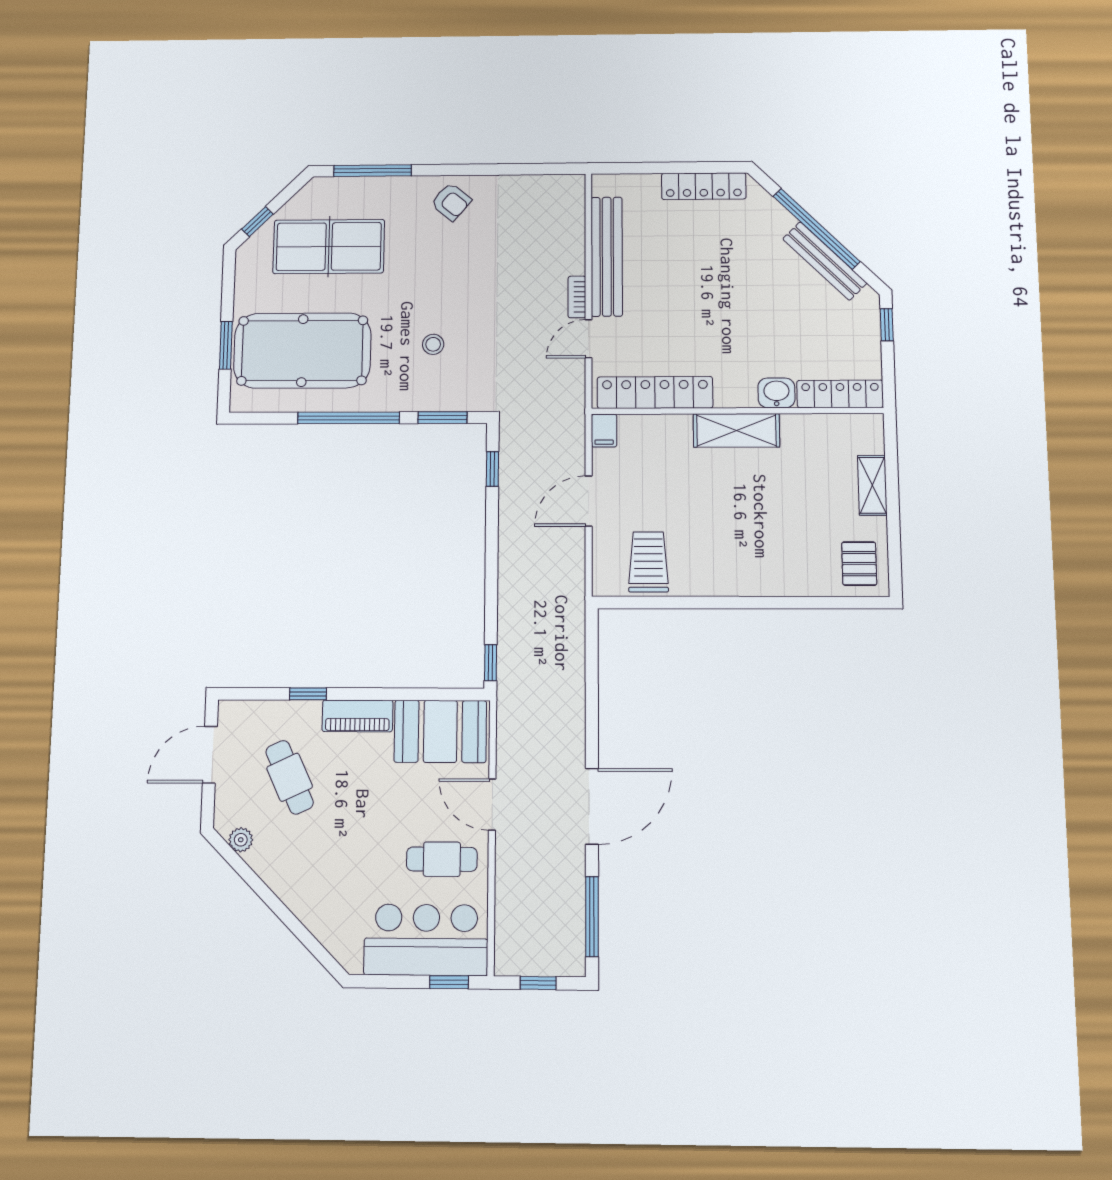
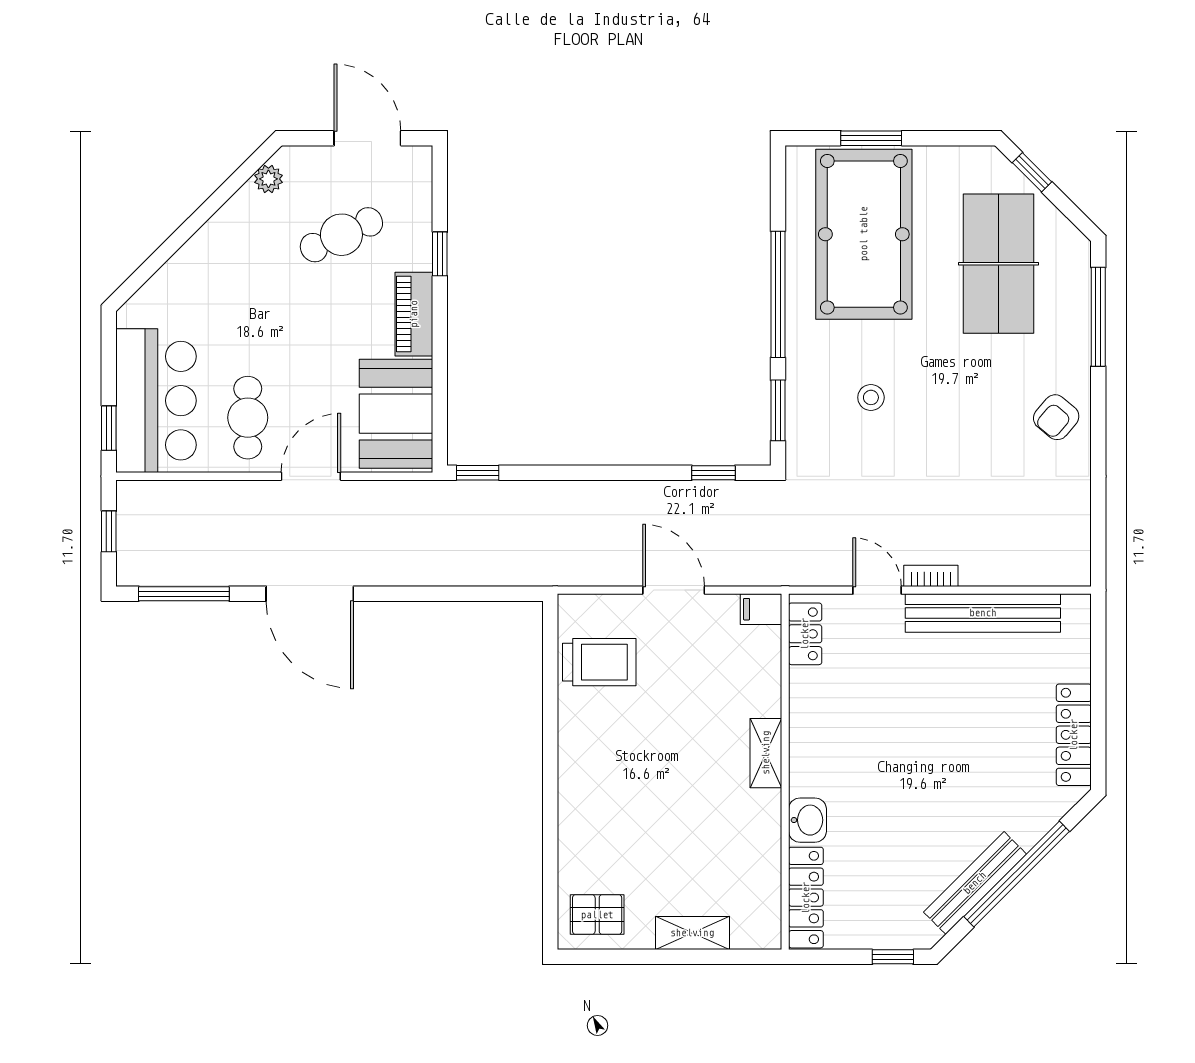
locker: (655, 392) -> (805, 634), width x0.46, depth x0.83
shelving: (736, 430) -> (766, 753), width x0.67, depth x0.75

